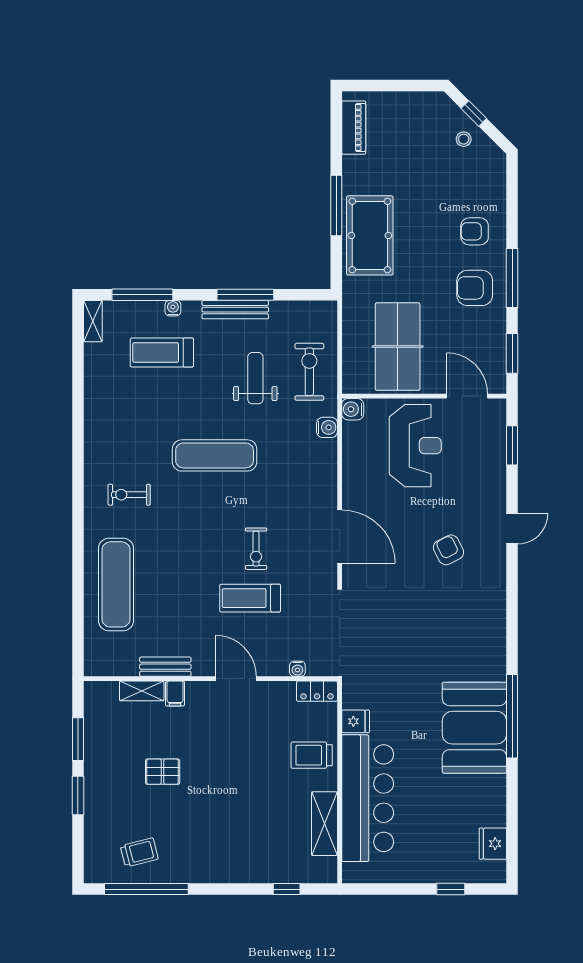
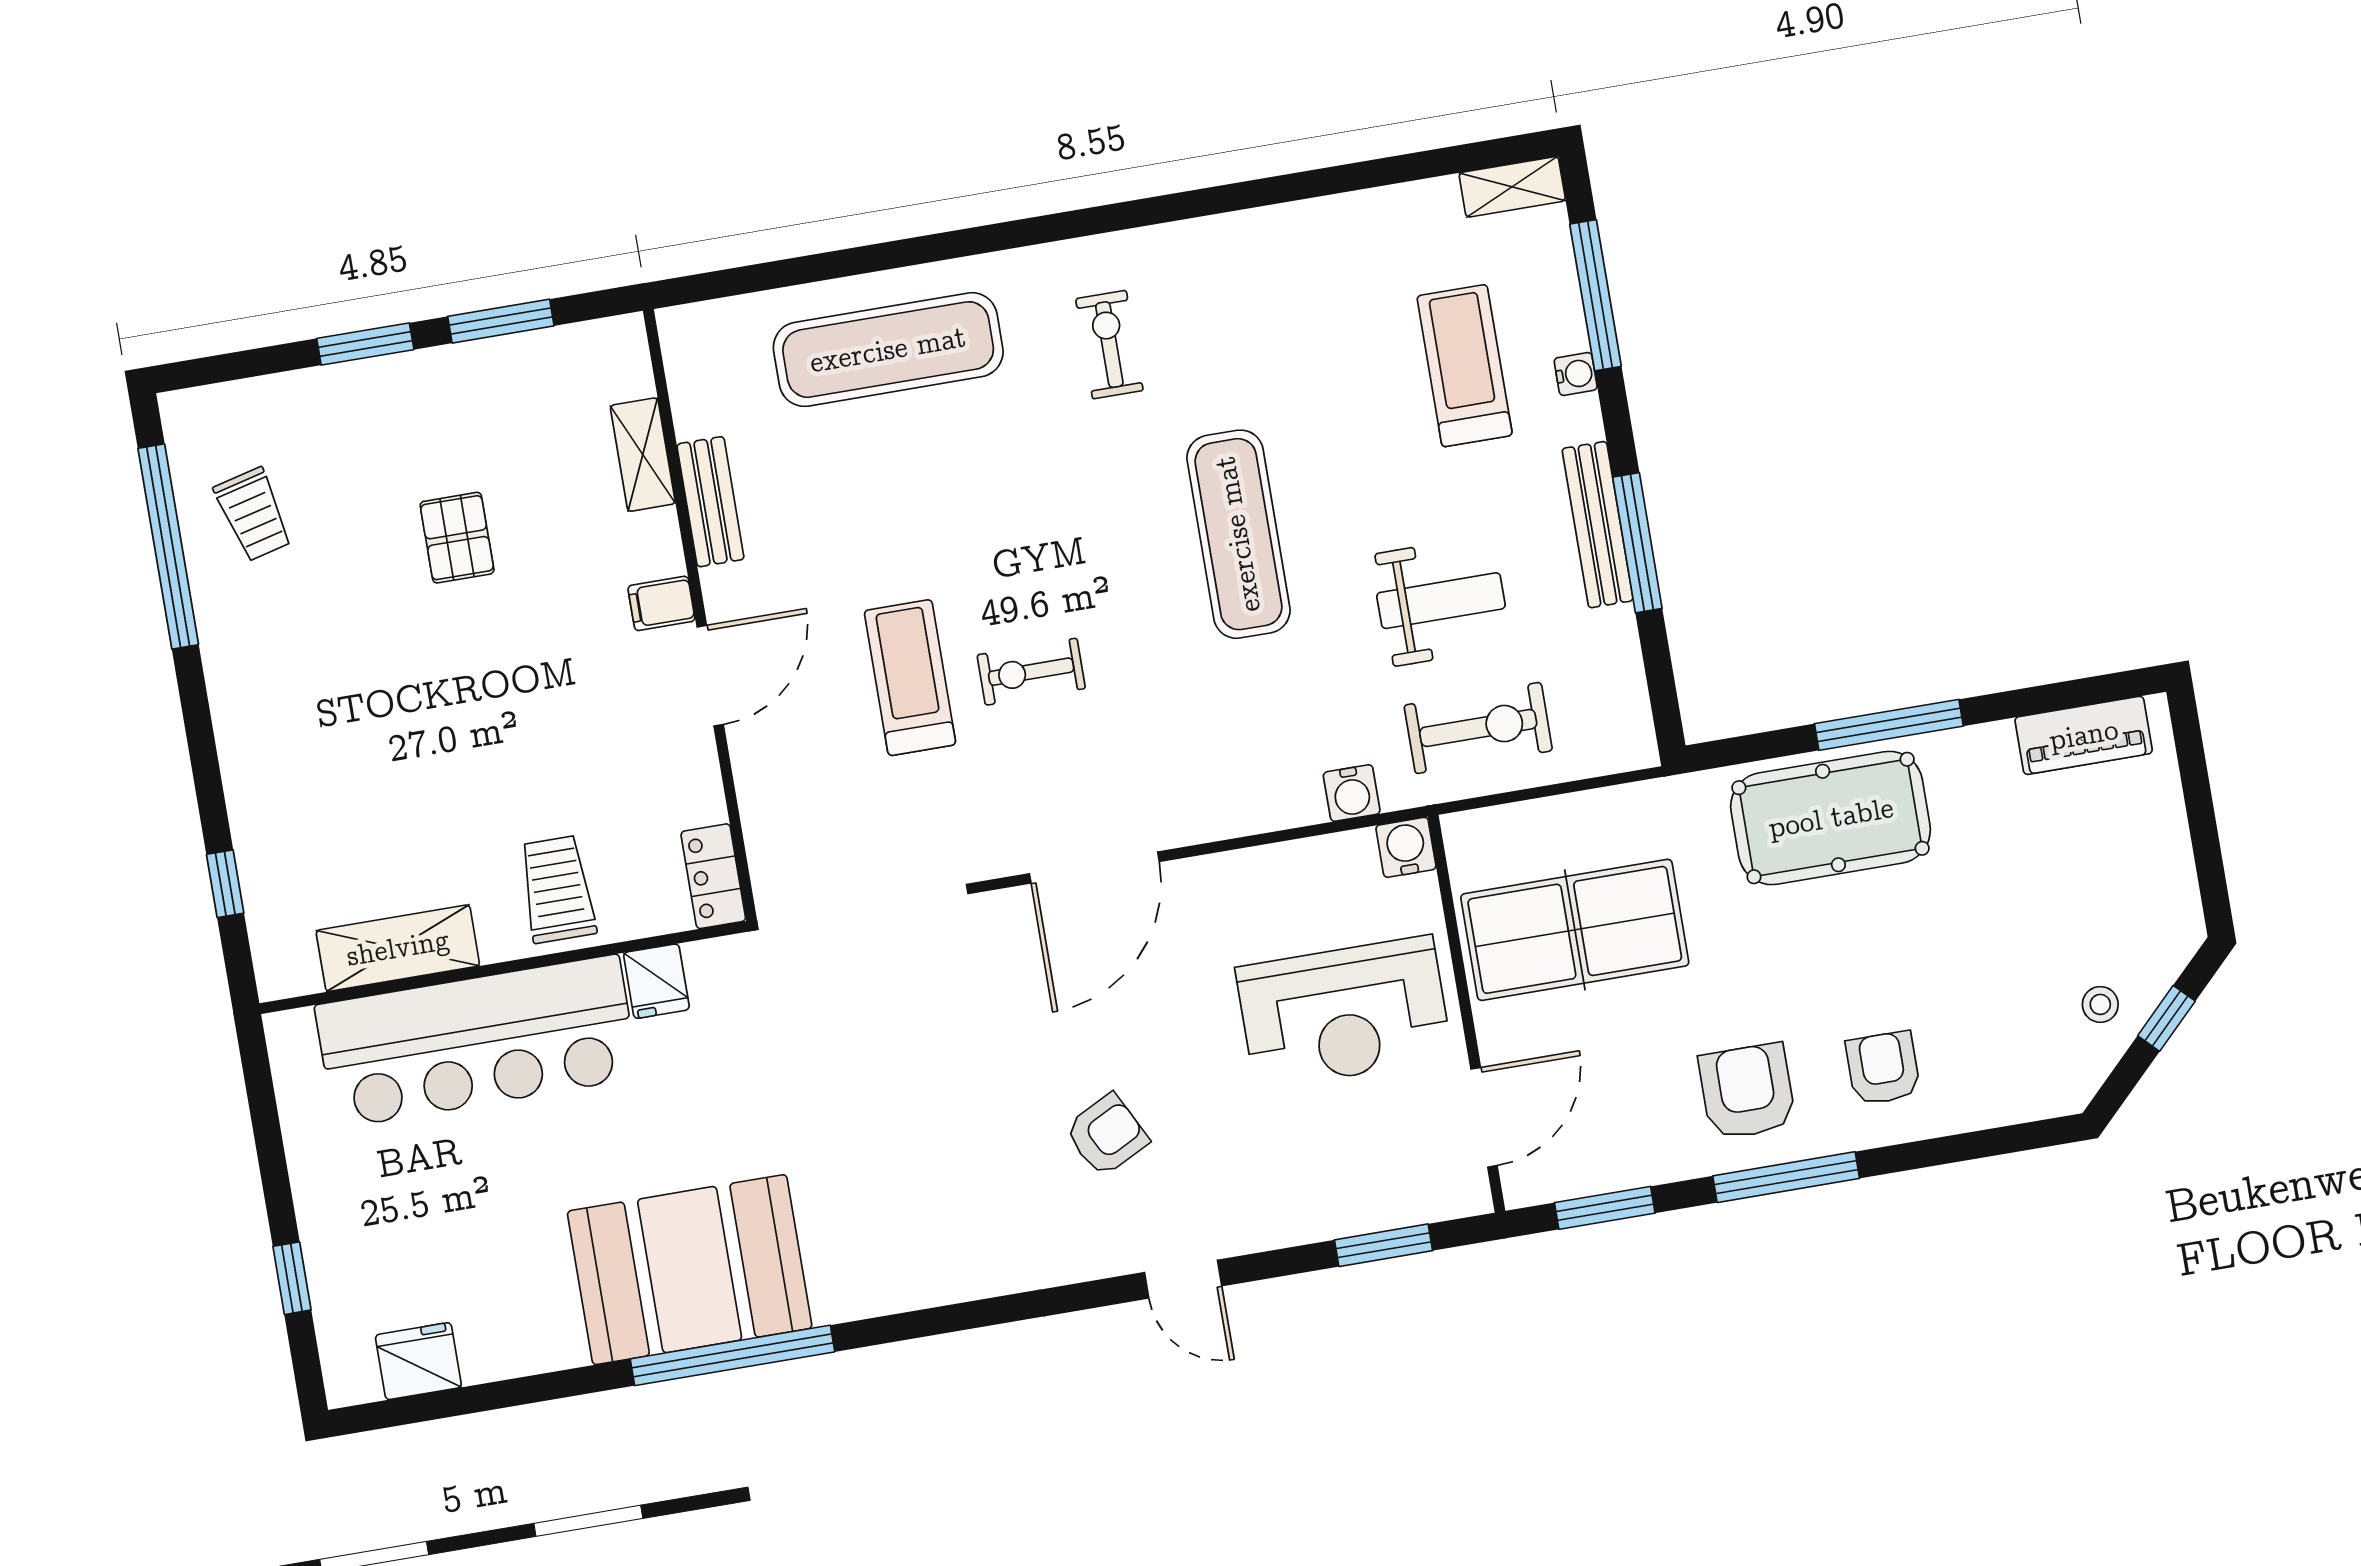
water cooler: (297, 669) -> (759, 820), removed
filing cabinet: (175, 694) -> (661, 603), moved

